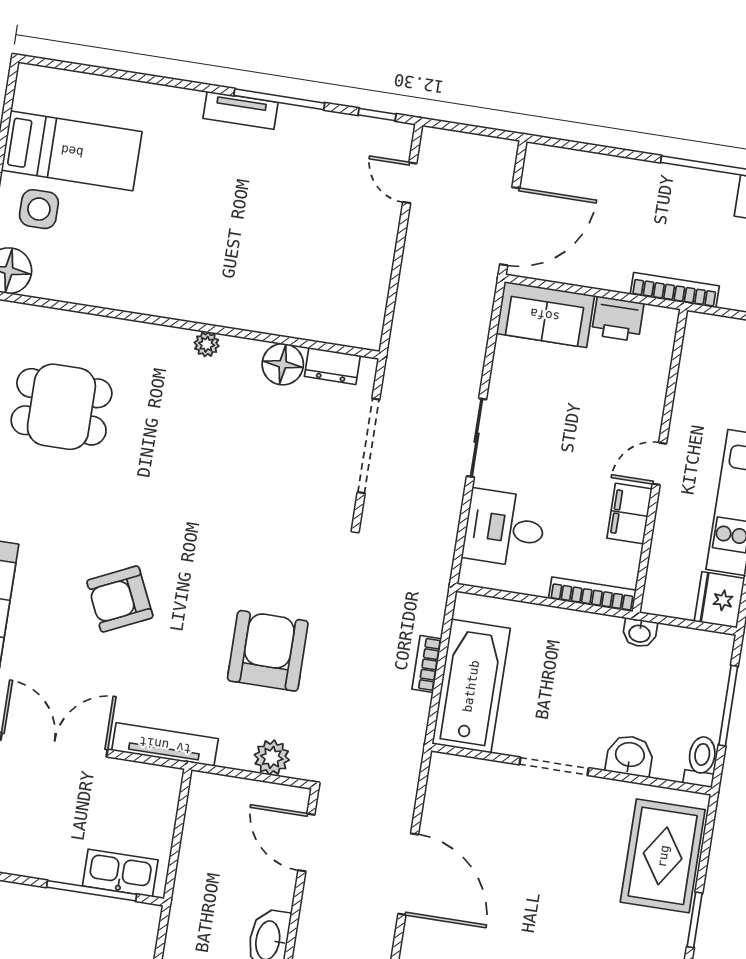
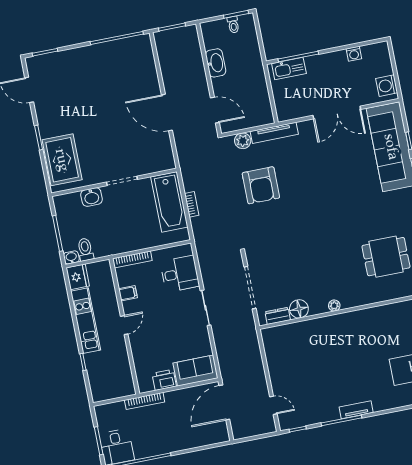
filing cabinet: (629, 514) -> (128, 293), width x0.50
armchair: (120, 599) -> (332, 184), removed
washbasin: (640, 633) -> (71, 257), moved
tv unit: (165, 745) -> (274, 133), moved
toilet: (701, 761) -> (85, 249), moved, turned 180

